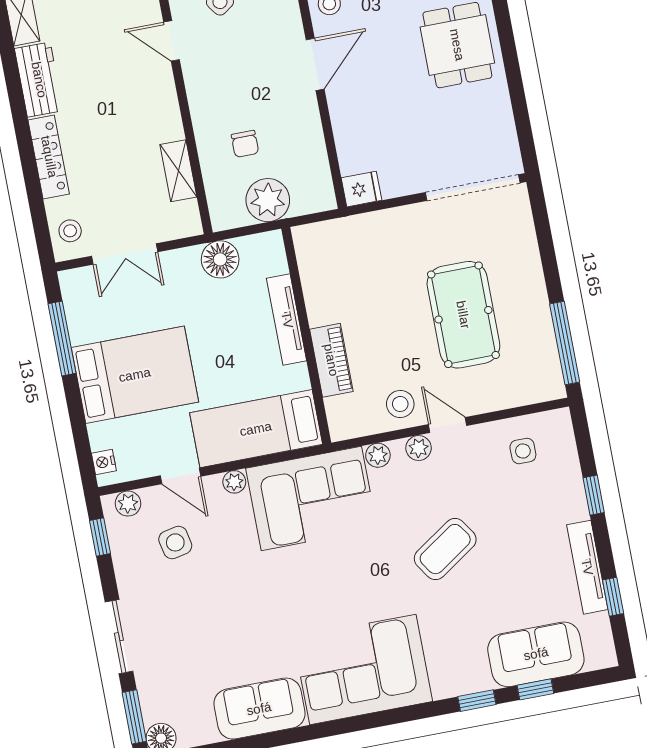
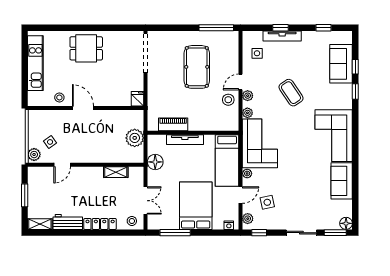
chair: (245, 144) -> (110, 143), removed
pool table: (463, 315) -> (197, 67), turned 90
piano: (331, 360) -> (173, 124), moved
tv unit: (587, 567) -> (282, 36), moved

